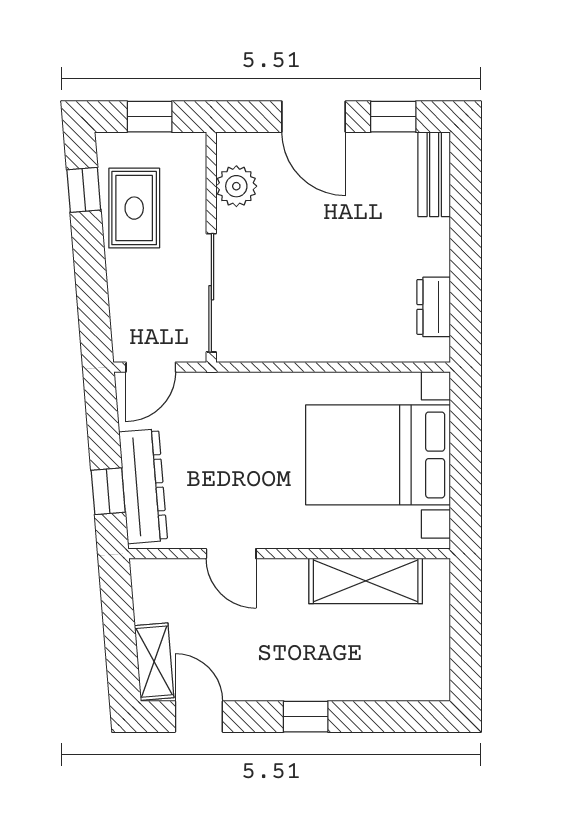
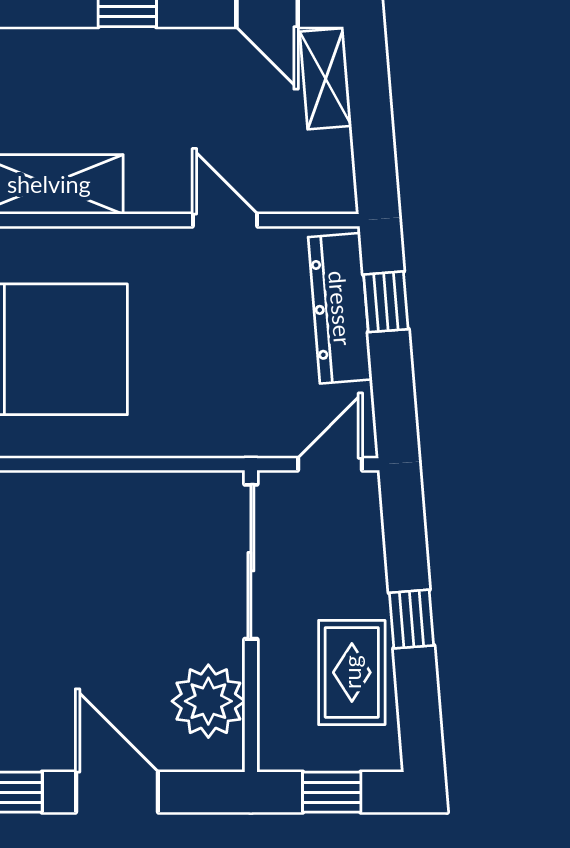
plant: (236, 186) -> (208, 701), width x1.36, depth x1.36
window: (84, 190) -> (412, 619), moved

